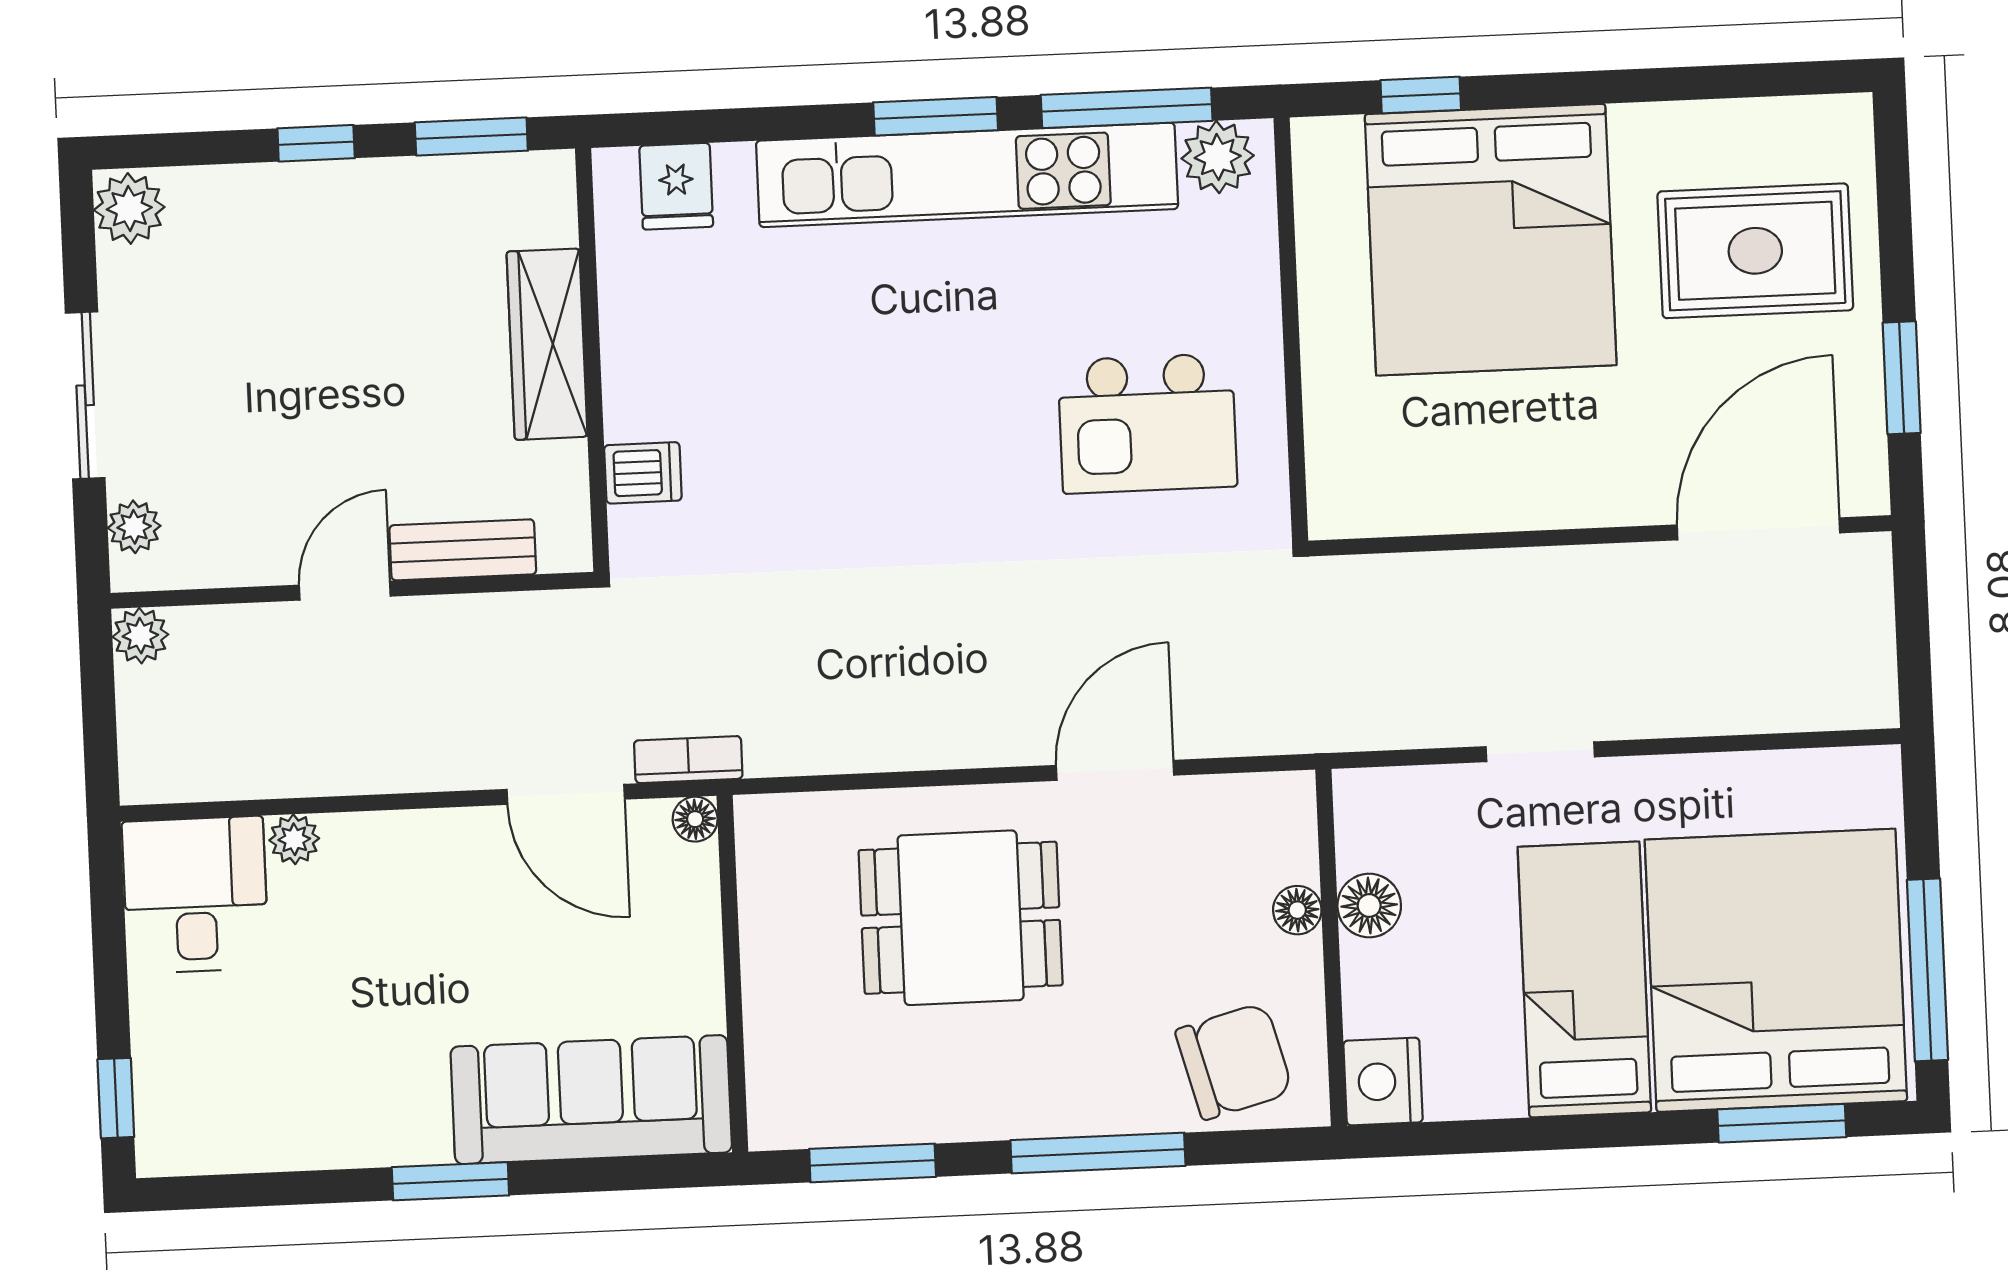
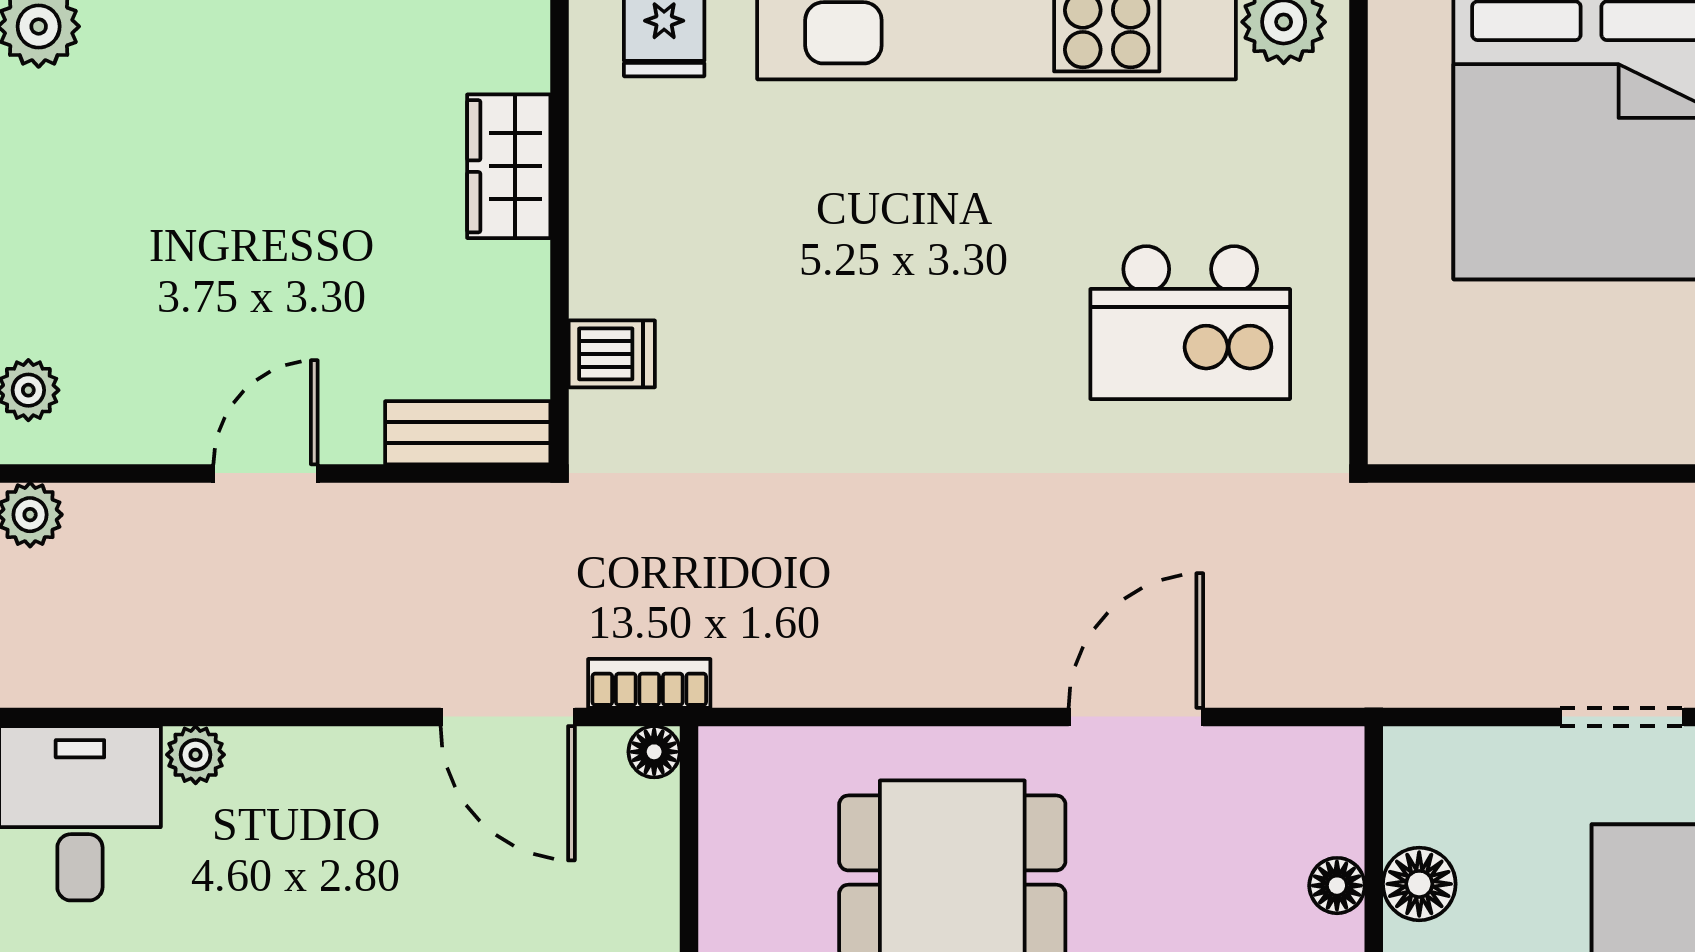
wardrobe: (547, 344) -> (509, 166), width x0.67
bench: (463, 550) -> (468, 433), moved

